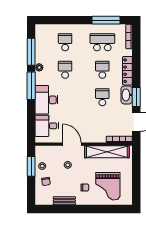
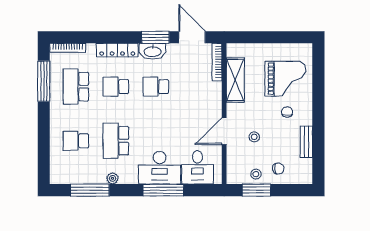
school desk: (65, 70) -> (116, 141), width x1.85
window: (31, 86) -> (163, 190), moved
shelving: (107, 152) -> (235, 80), width x0.68

